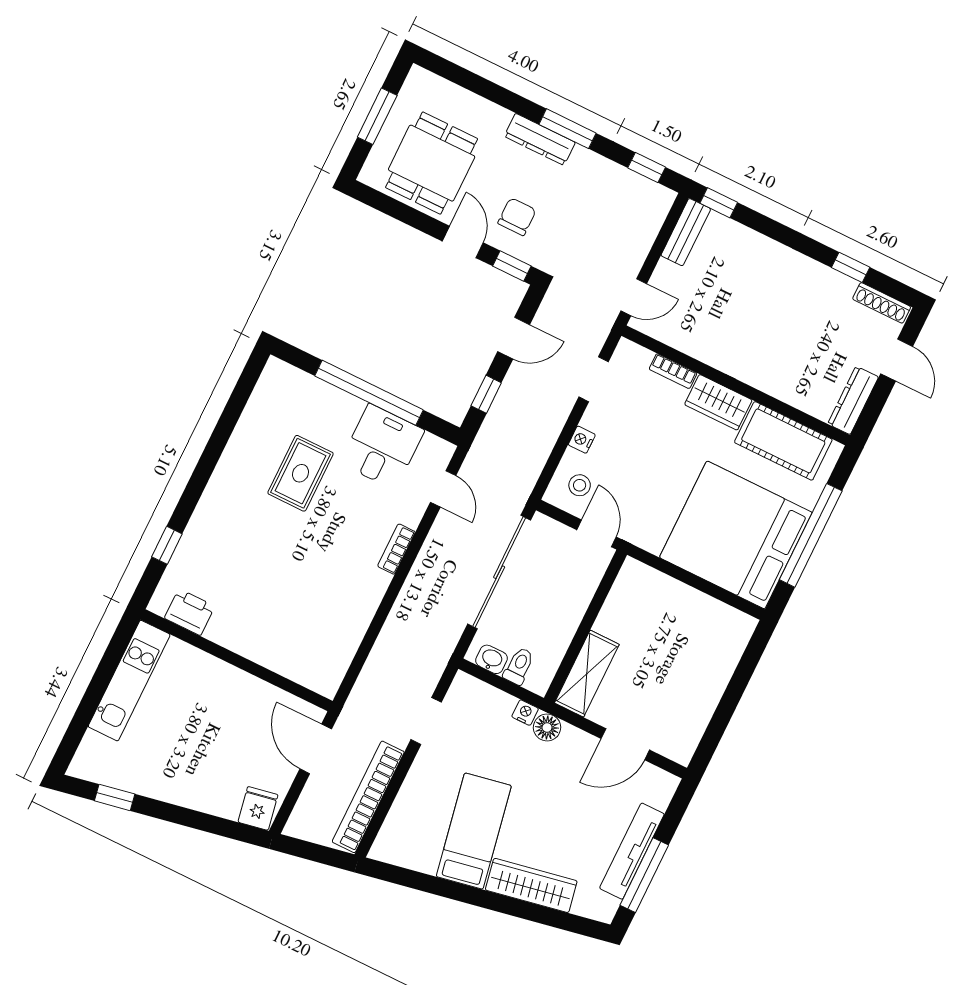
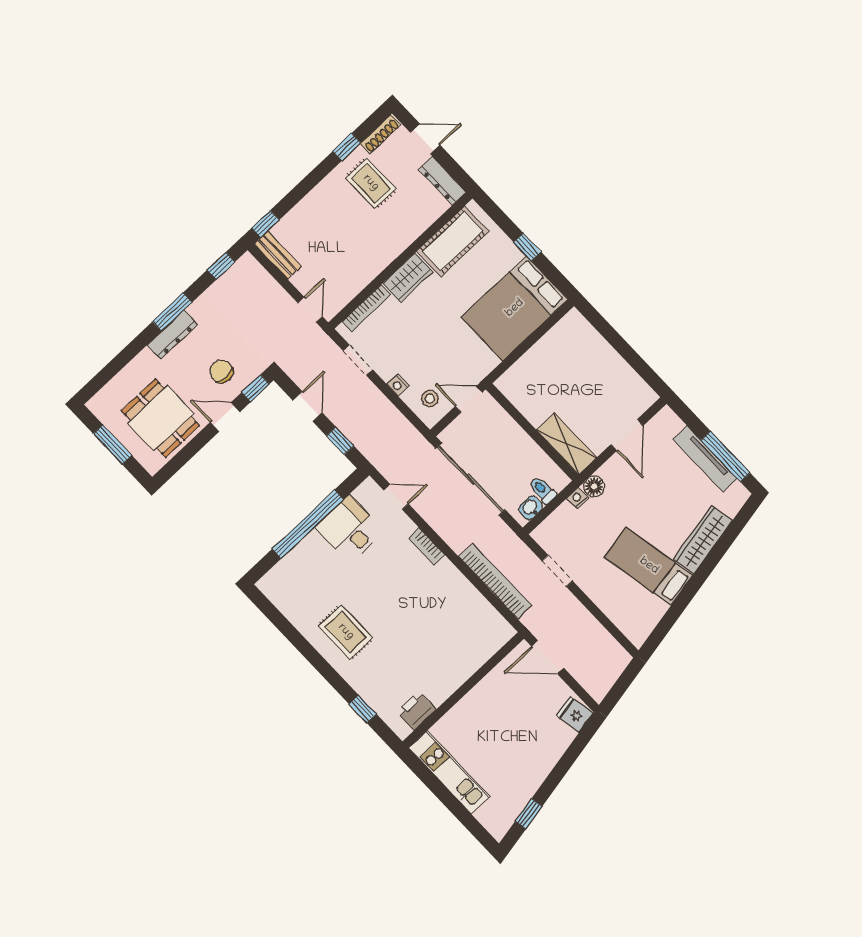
rug: (817, 314) -> (371, 183), added
bookcase: (673, 371) -> (366, 308), width x1.56
rug: (301, 473) -> (346, 632), moved
bed: (736, 535) -> (515, 308), width x0.73
window: (811, 535) -> (527, 247), width x0.32
bookcase: (368, 797) -> (495, 581), moved, turned 180

